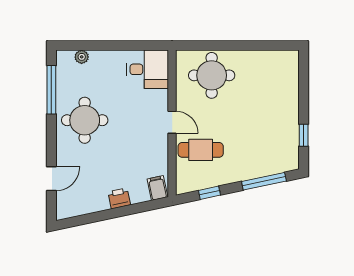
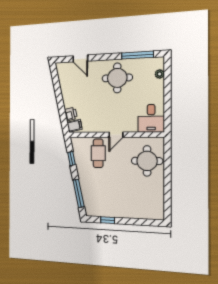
printer: (119, 198) -> (71, 114), moved

